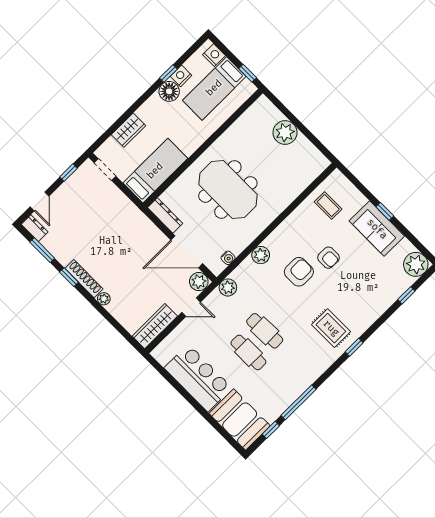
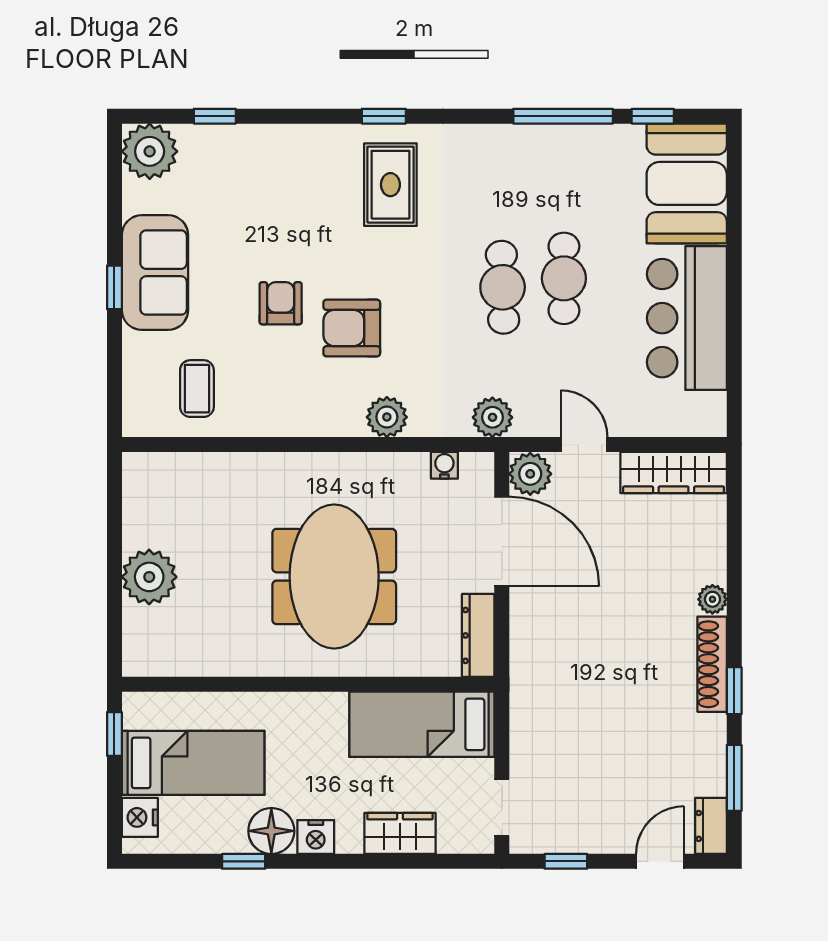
nightstand: (181, 76) -> (316, 837), moved

